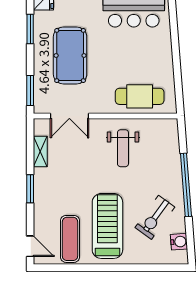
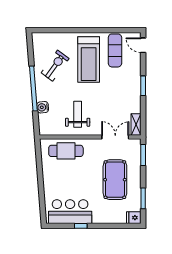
shelving: (40, 151) -> (136, 125), moved
water cooler: (179, 242) -> (43, 107), moved

